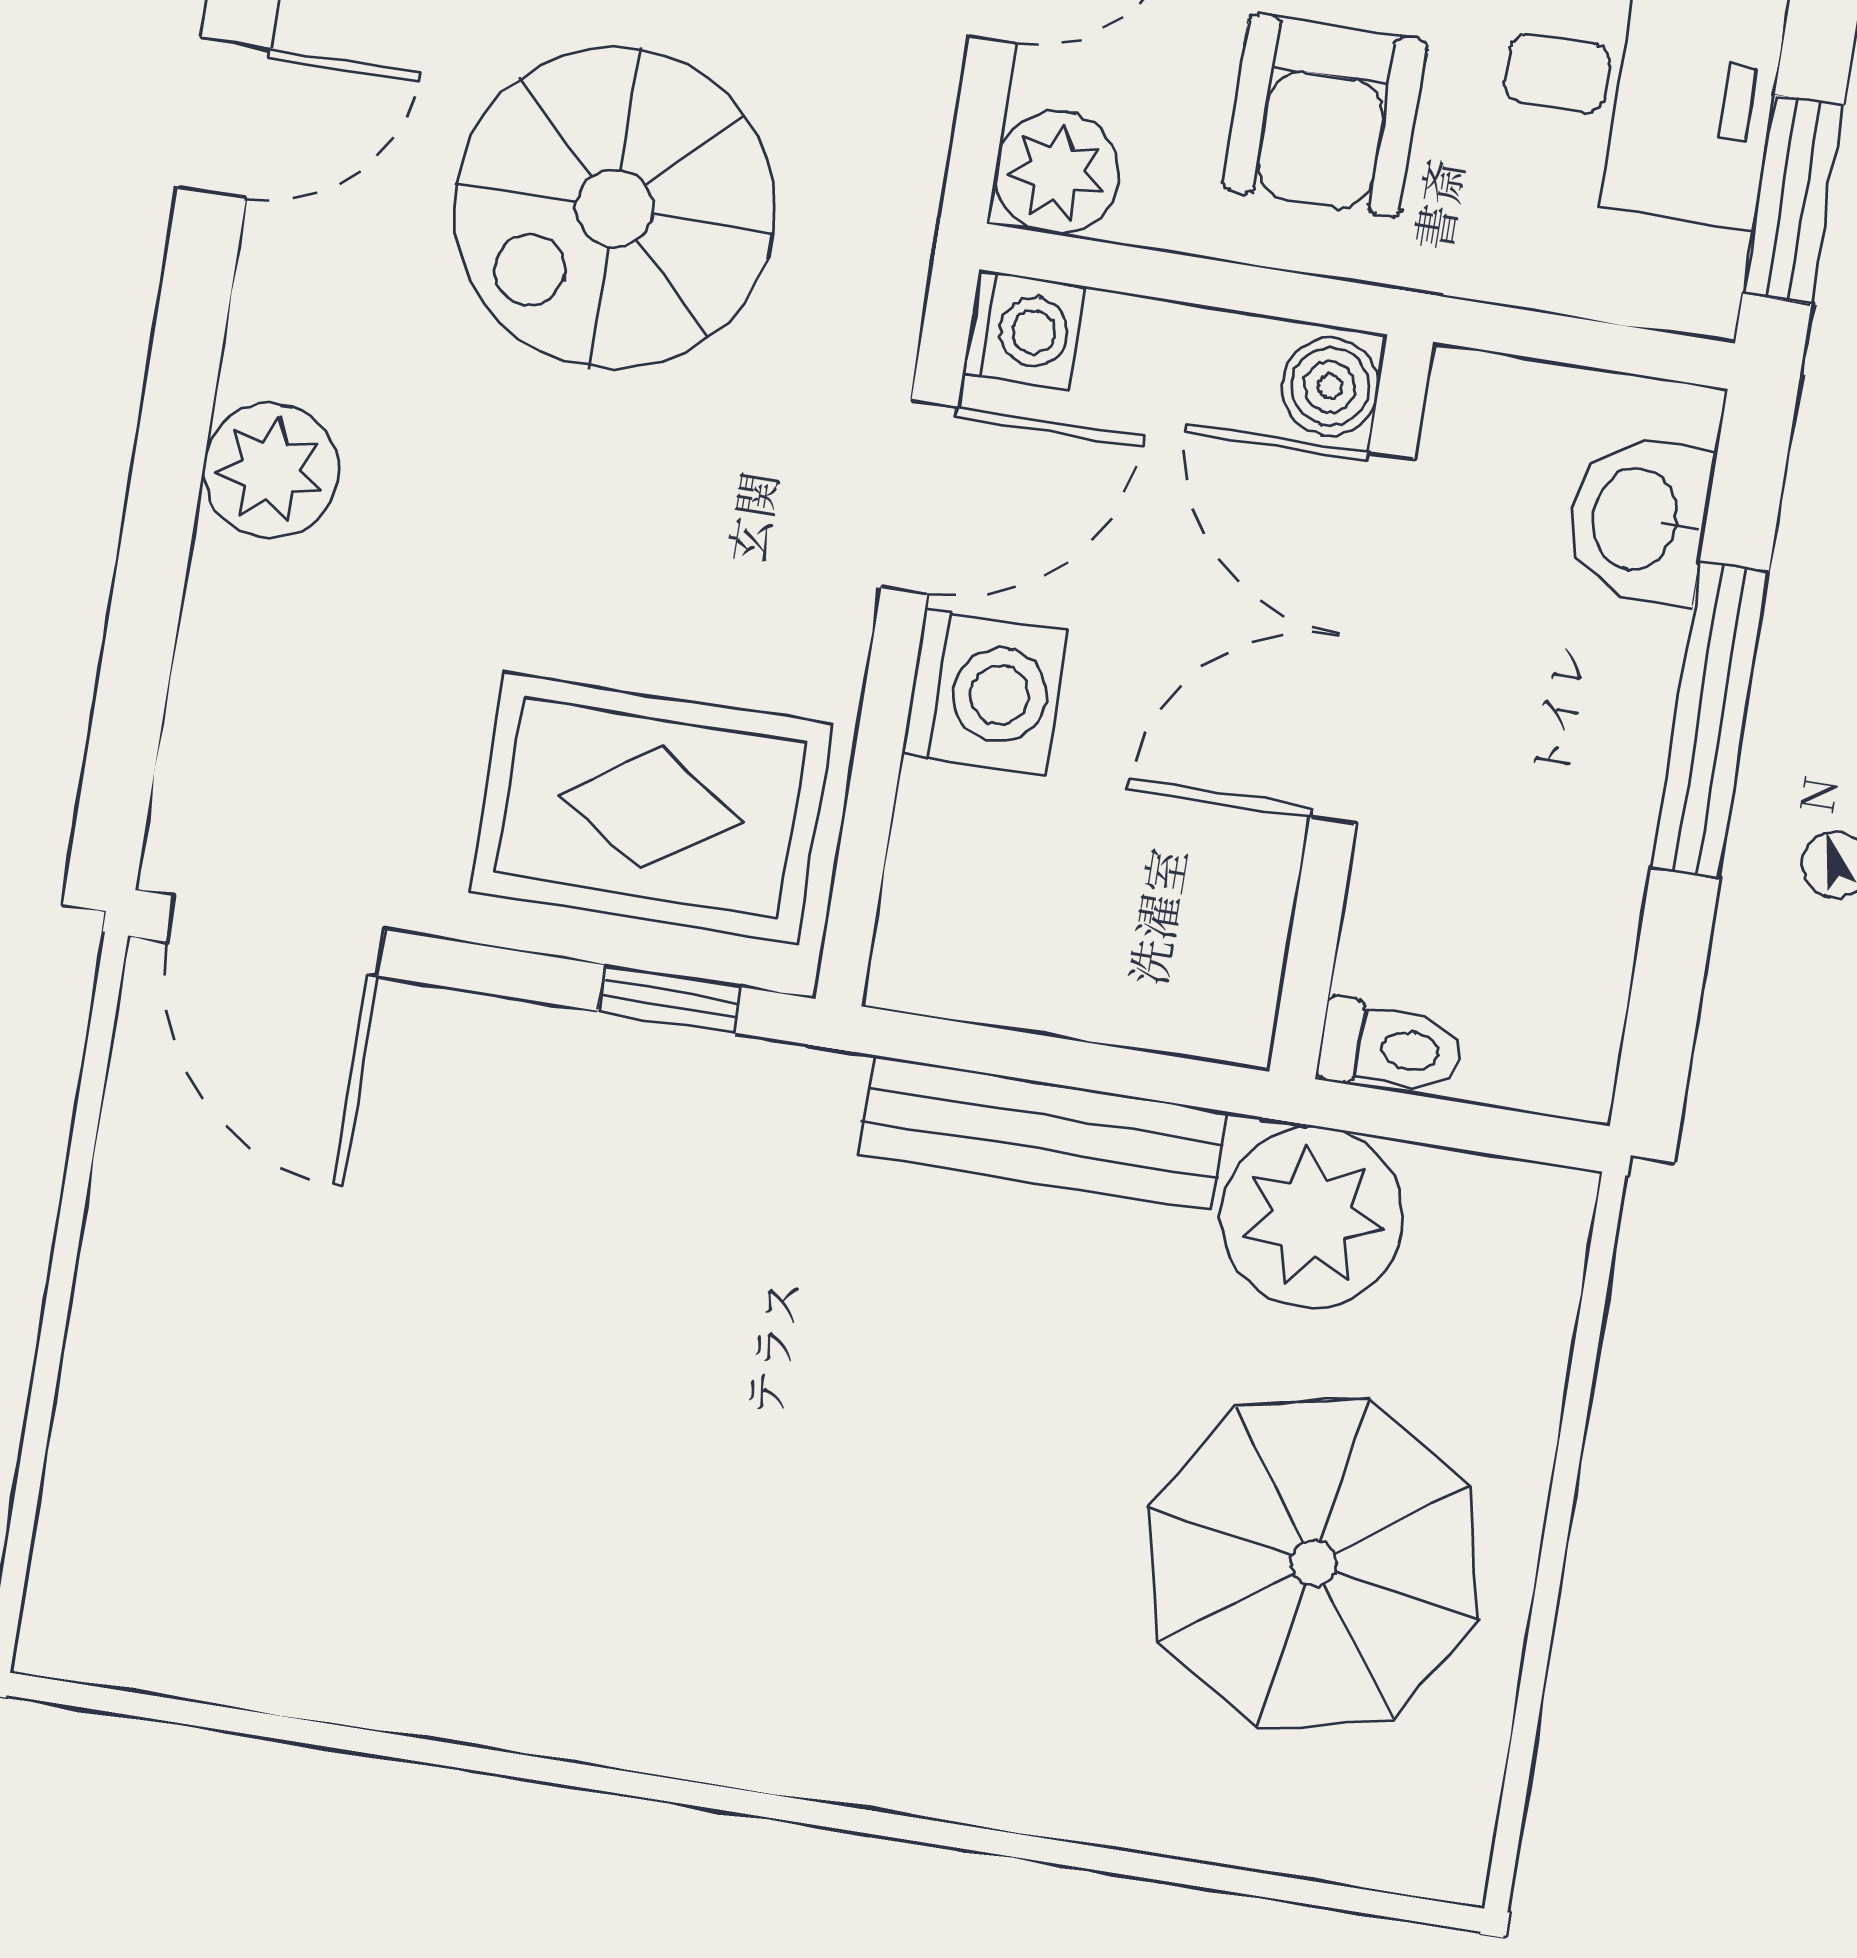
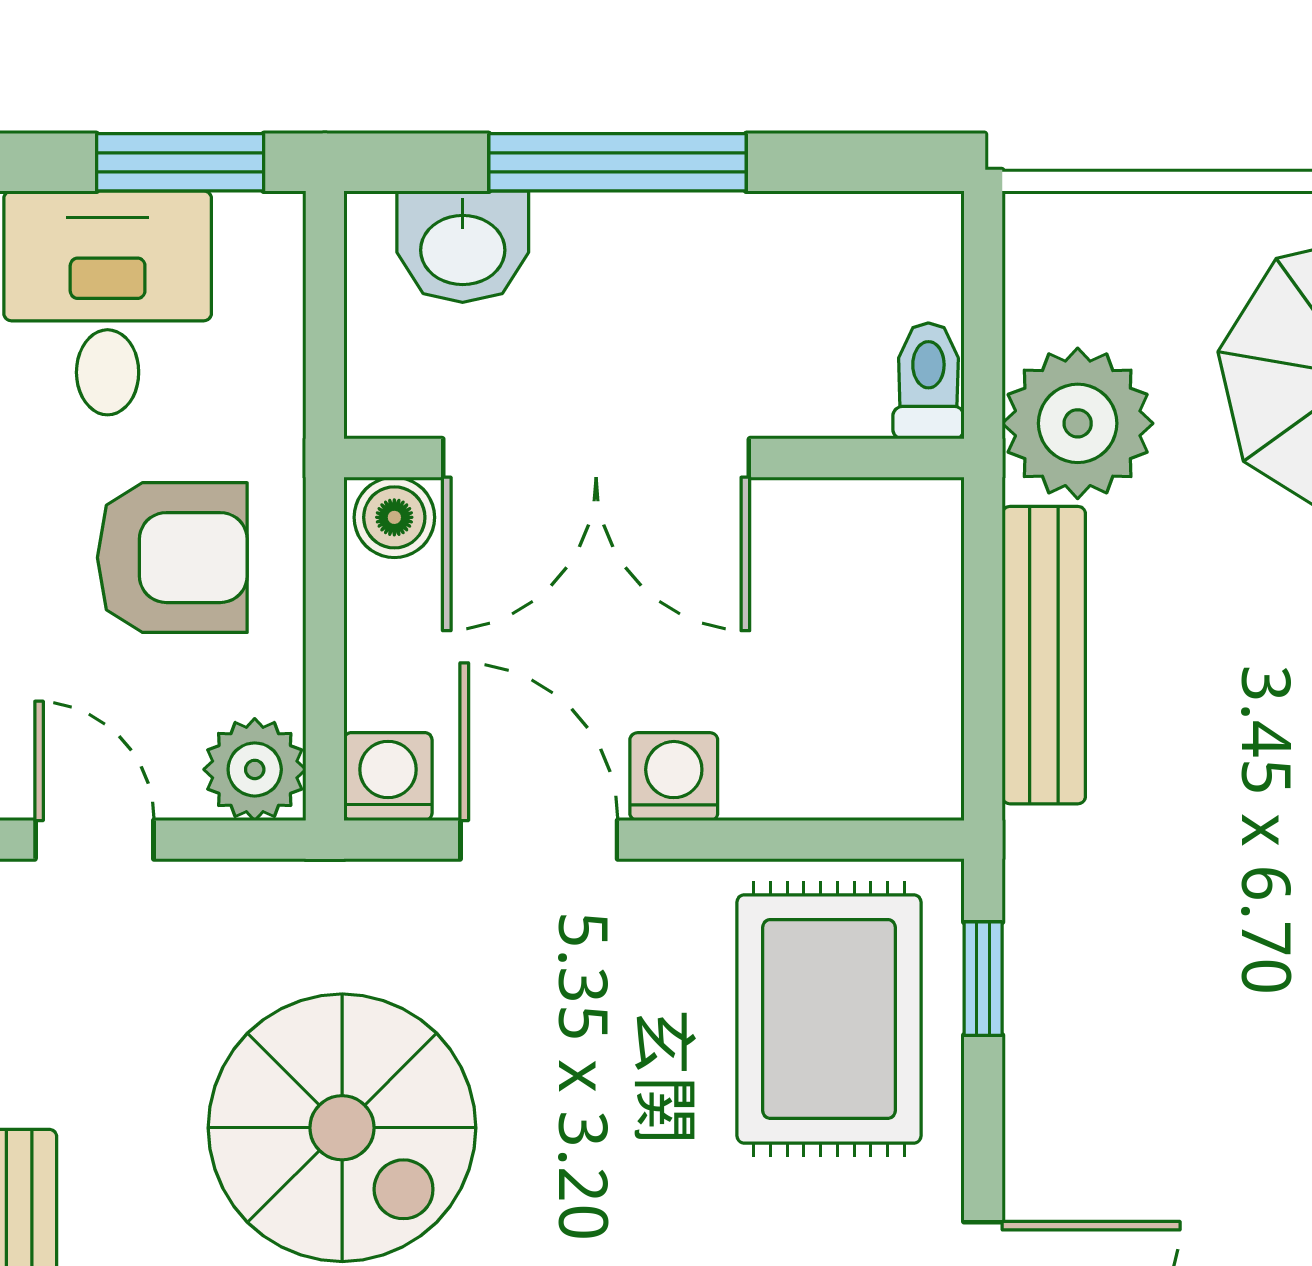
washing machine: (985, 692) -> (674, 777), width x0.73, depth x0.73

